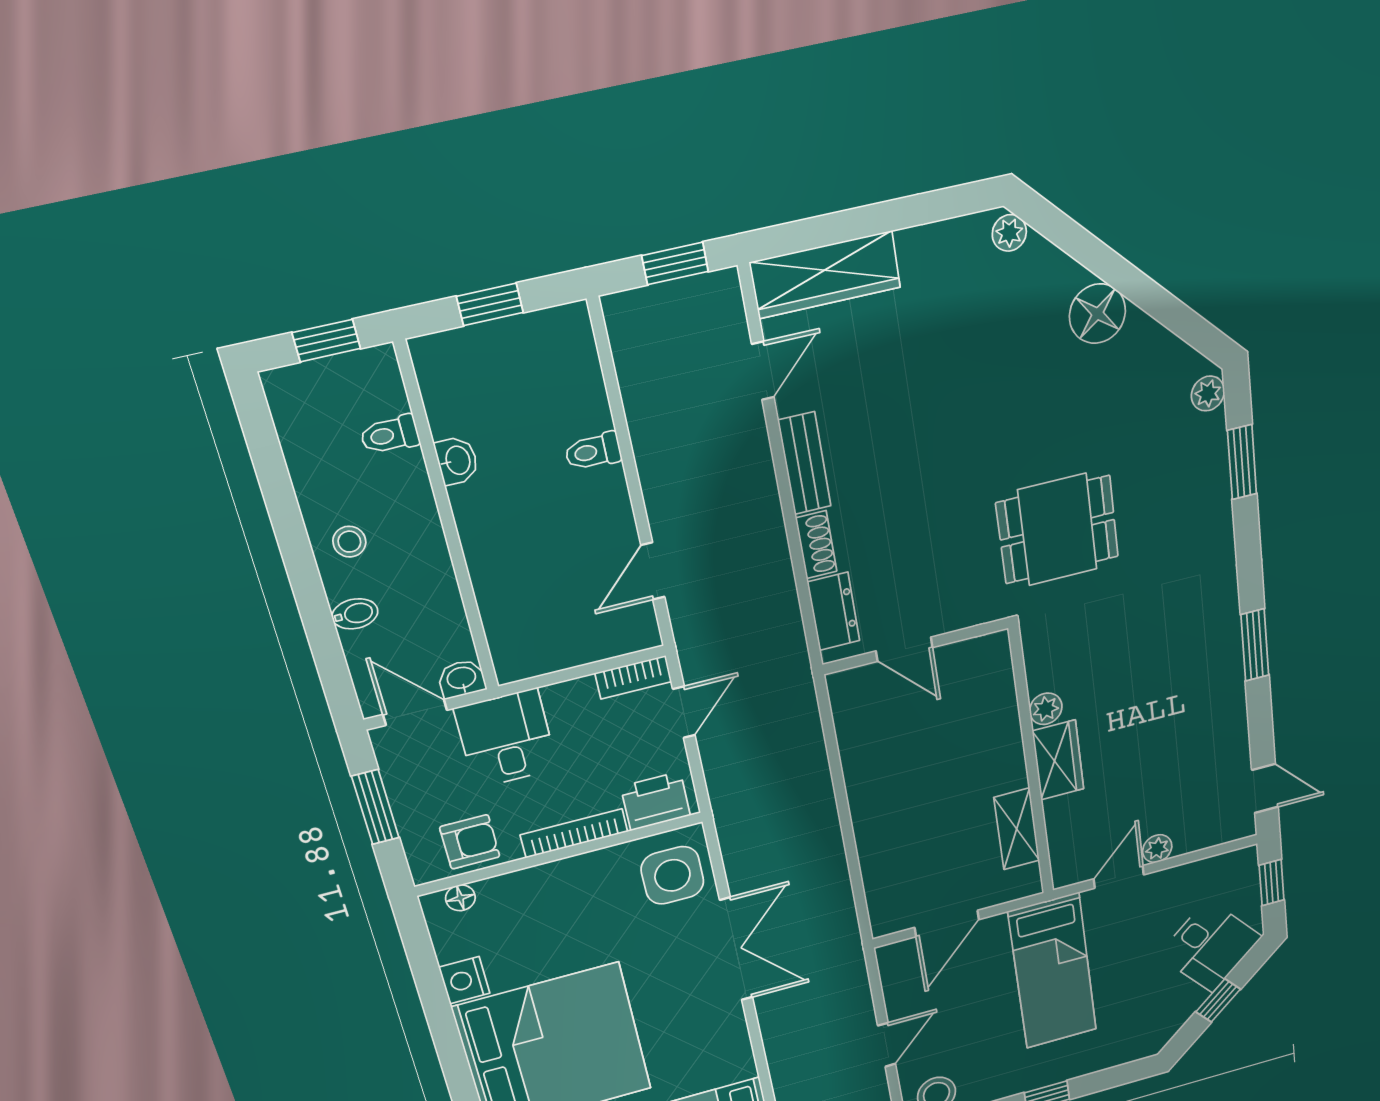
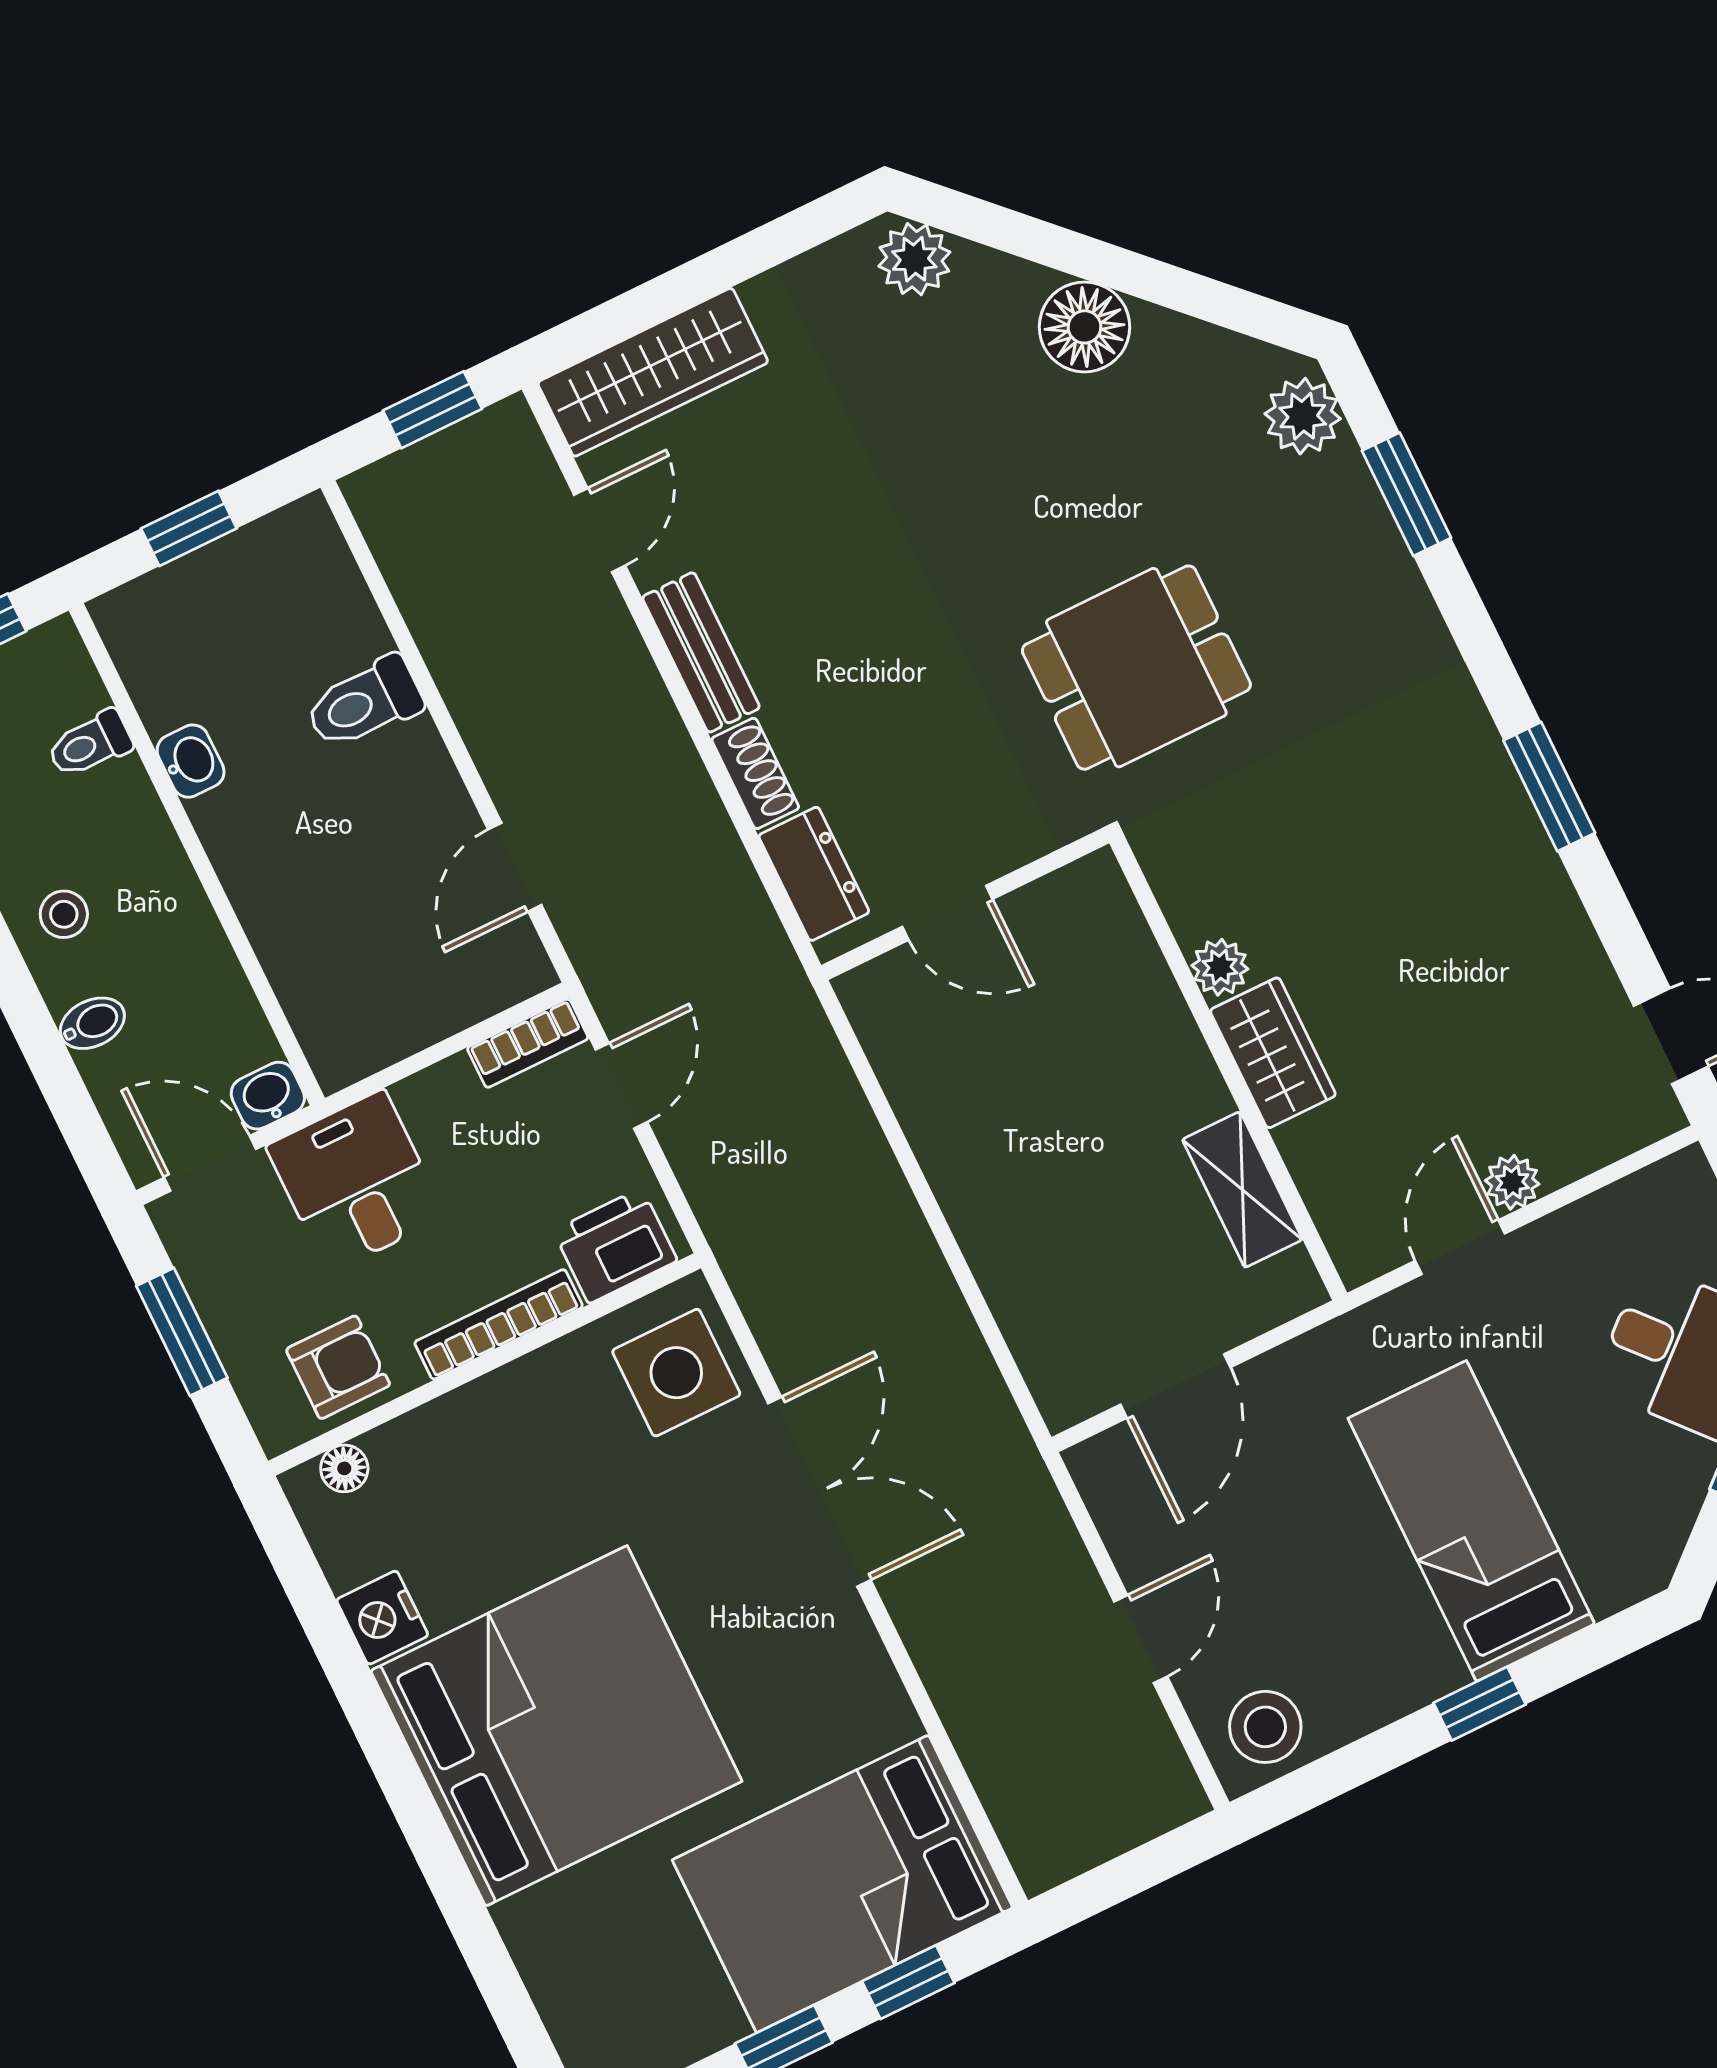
plant: (1009, 233) -> (914, 259), width x1.38, depth x1.38
plant: (1208, 393) -> (1303, 416), width x1.38, depth x1.38
toilet: (593, 451) -> (364, 703), width x1.37, depth x1.39
bed: (1053, 971) -> (1471, 1521), moved, turned 180

